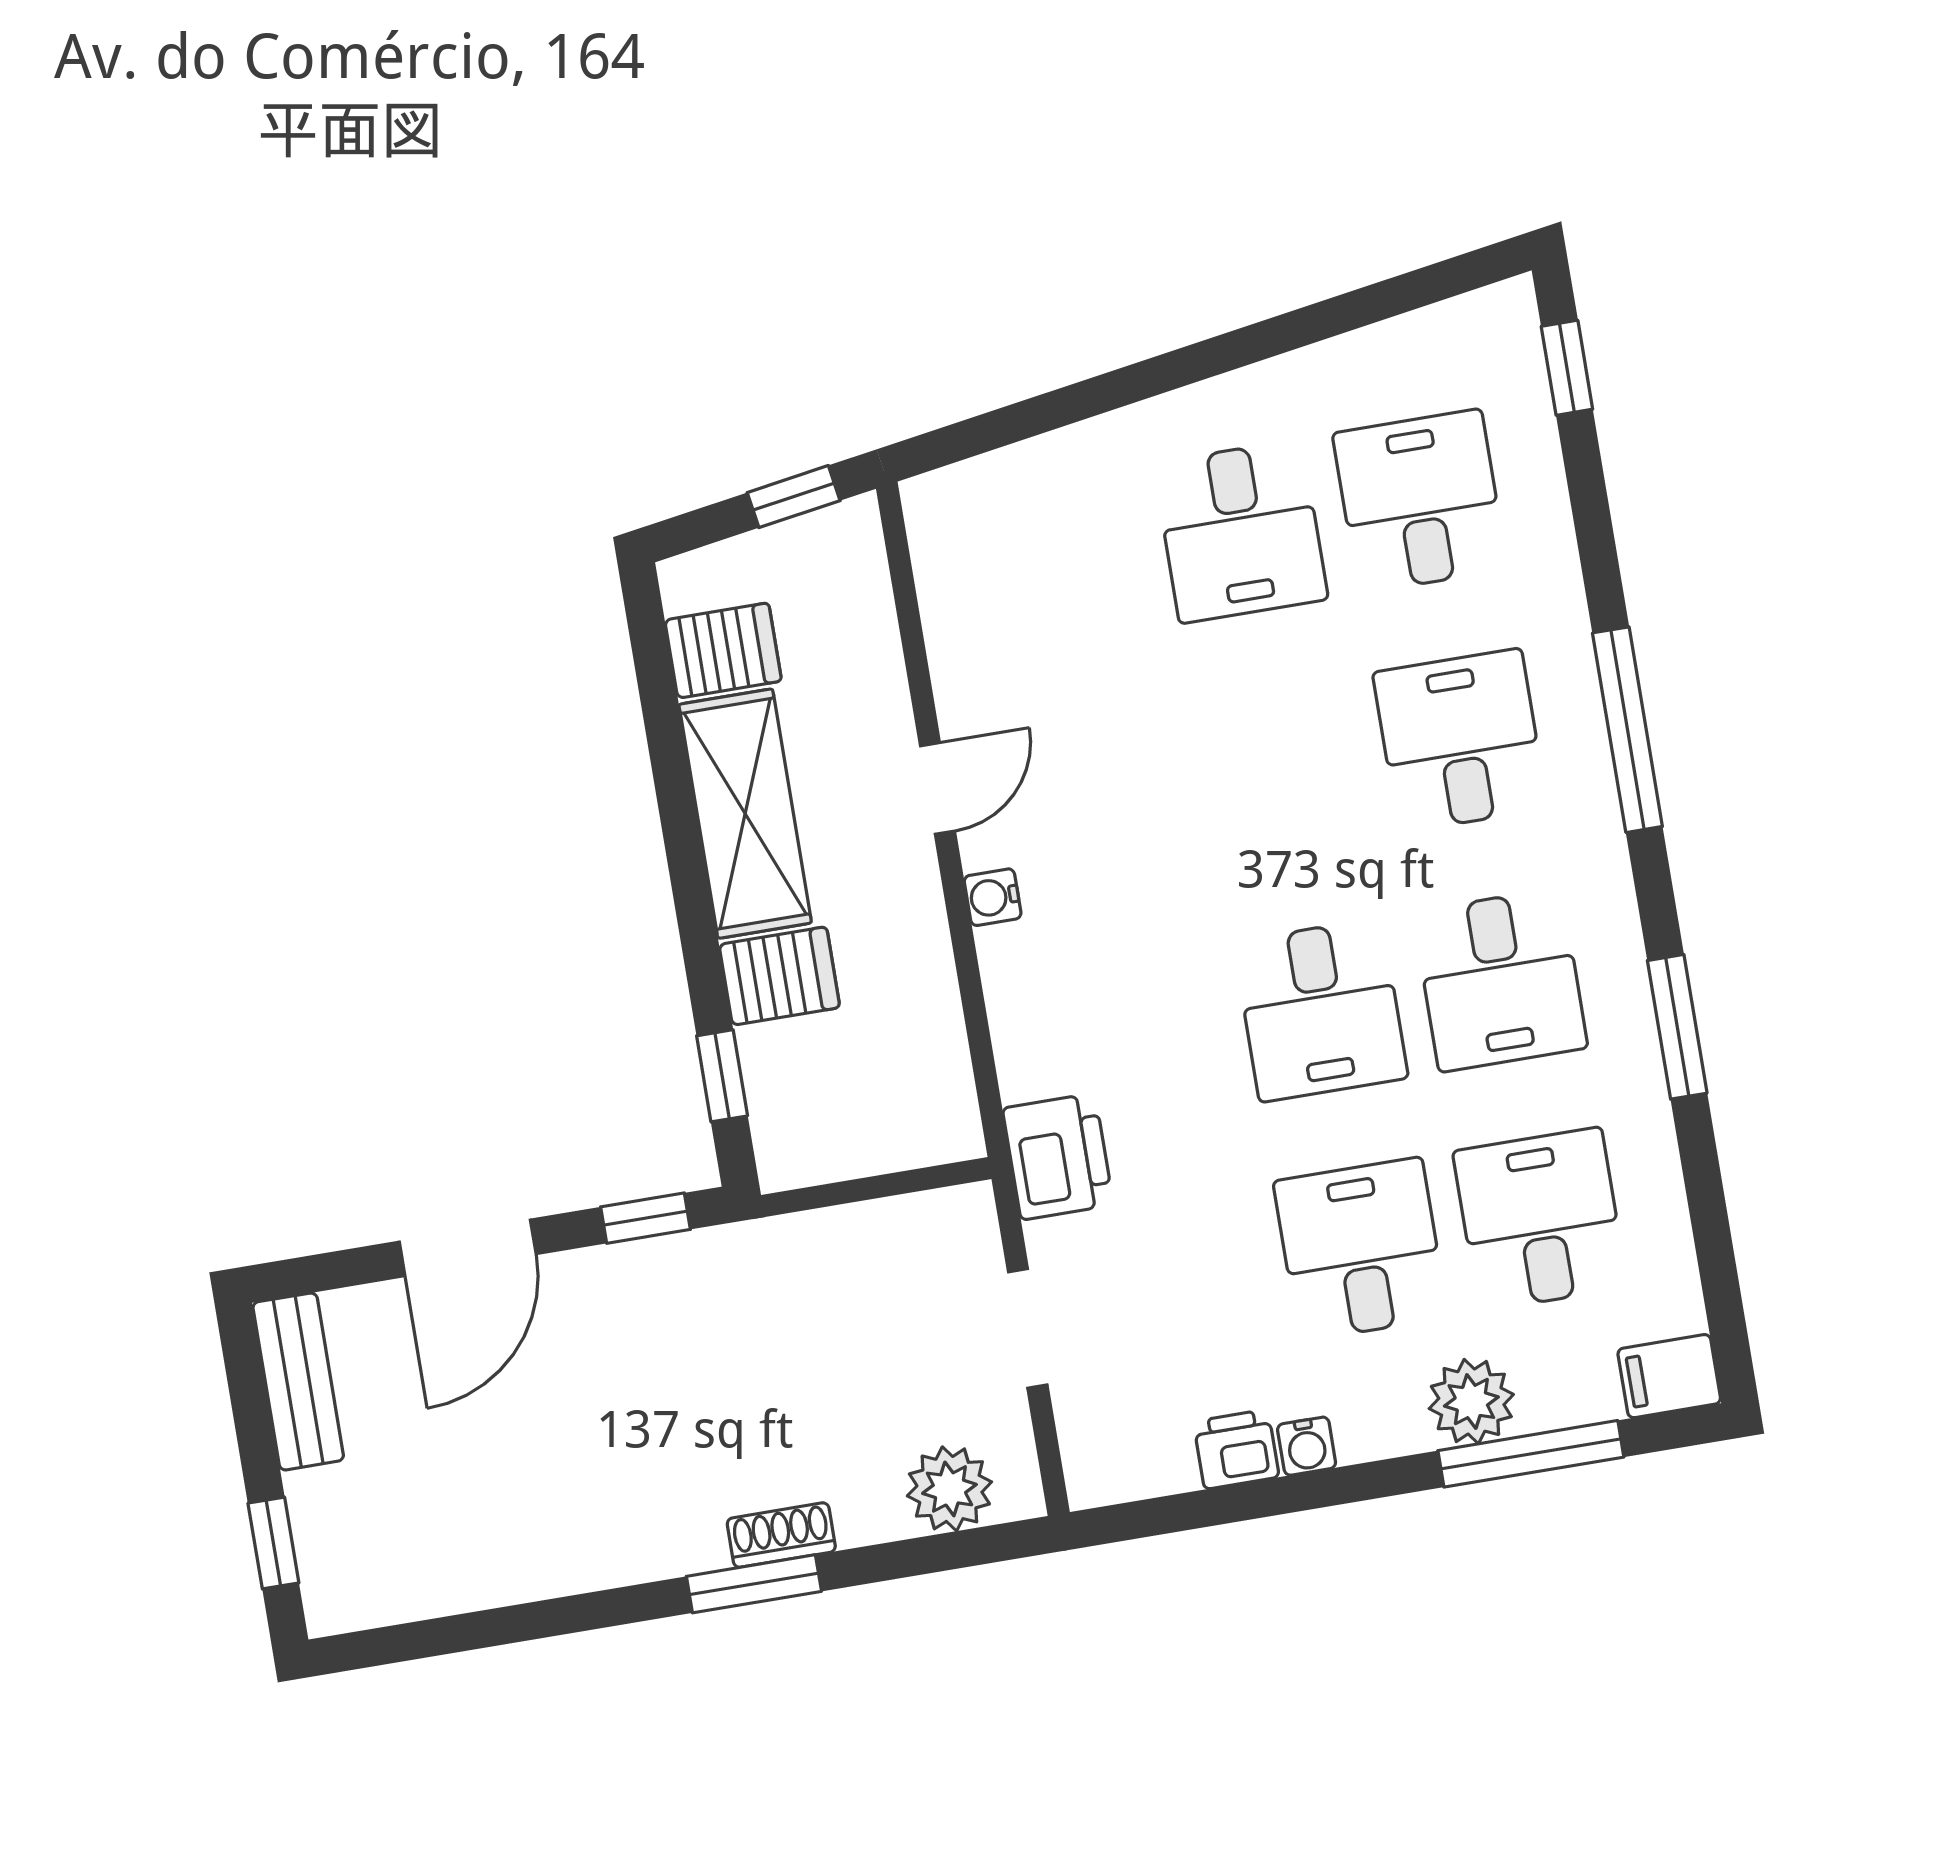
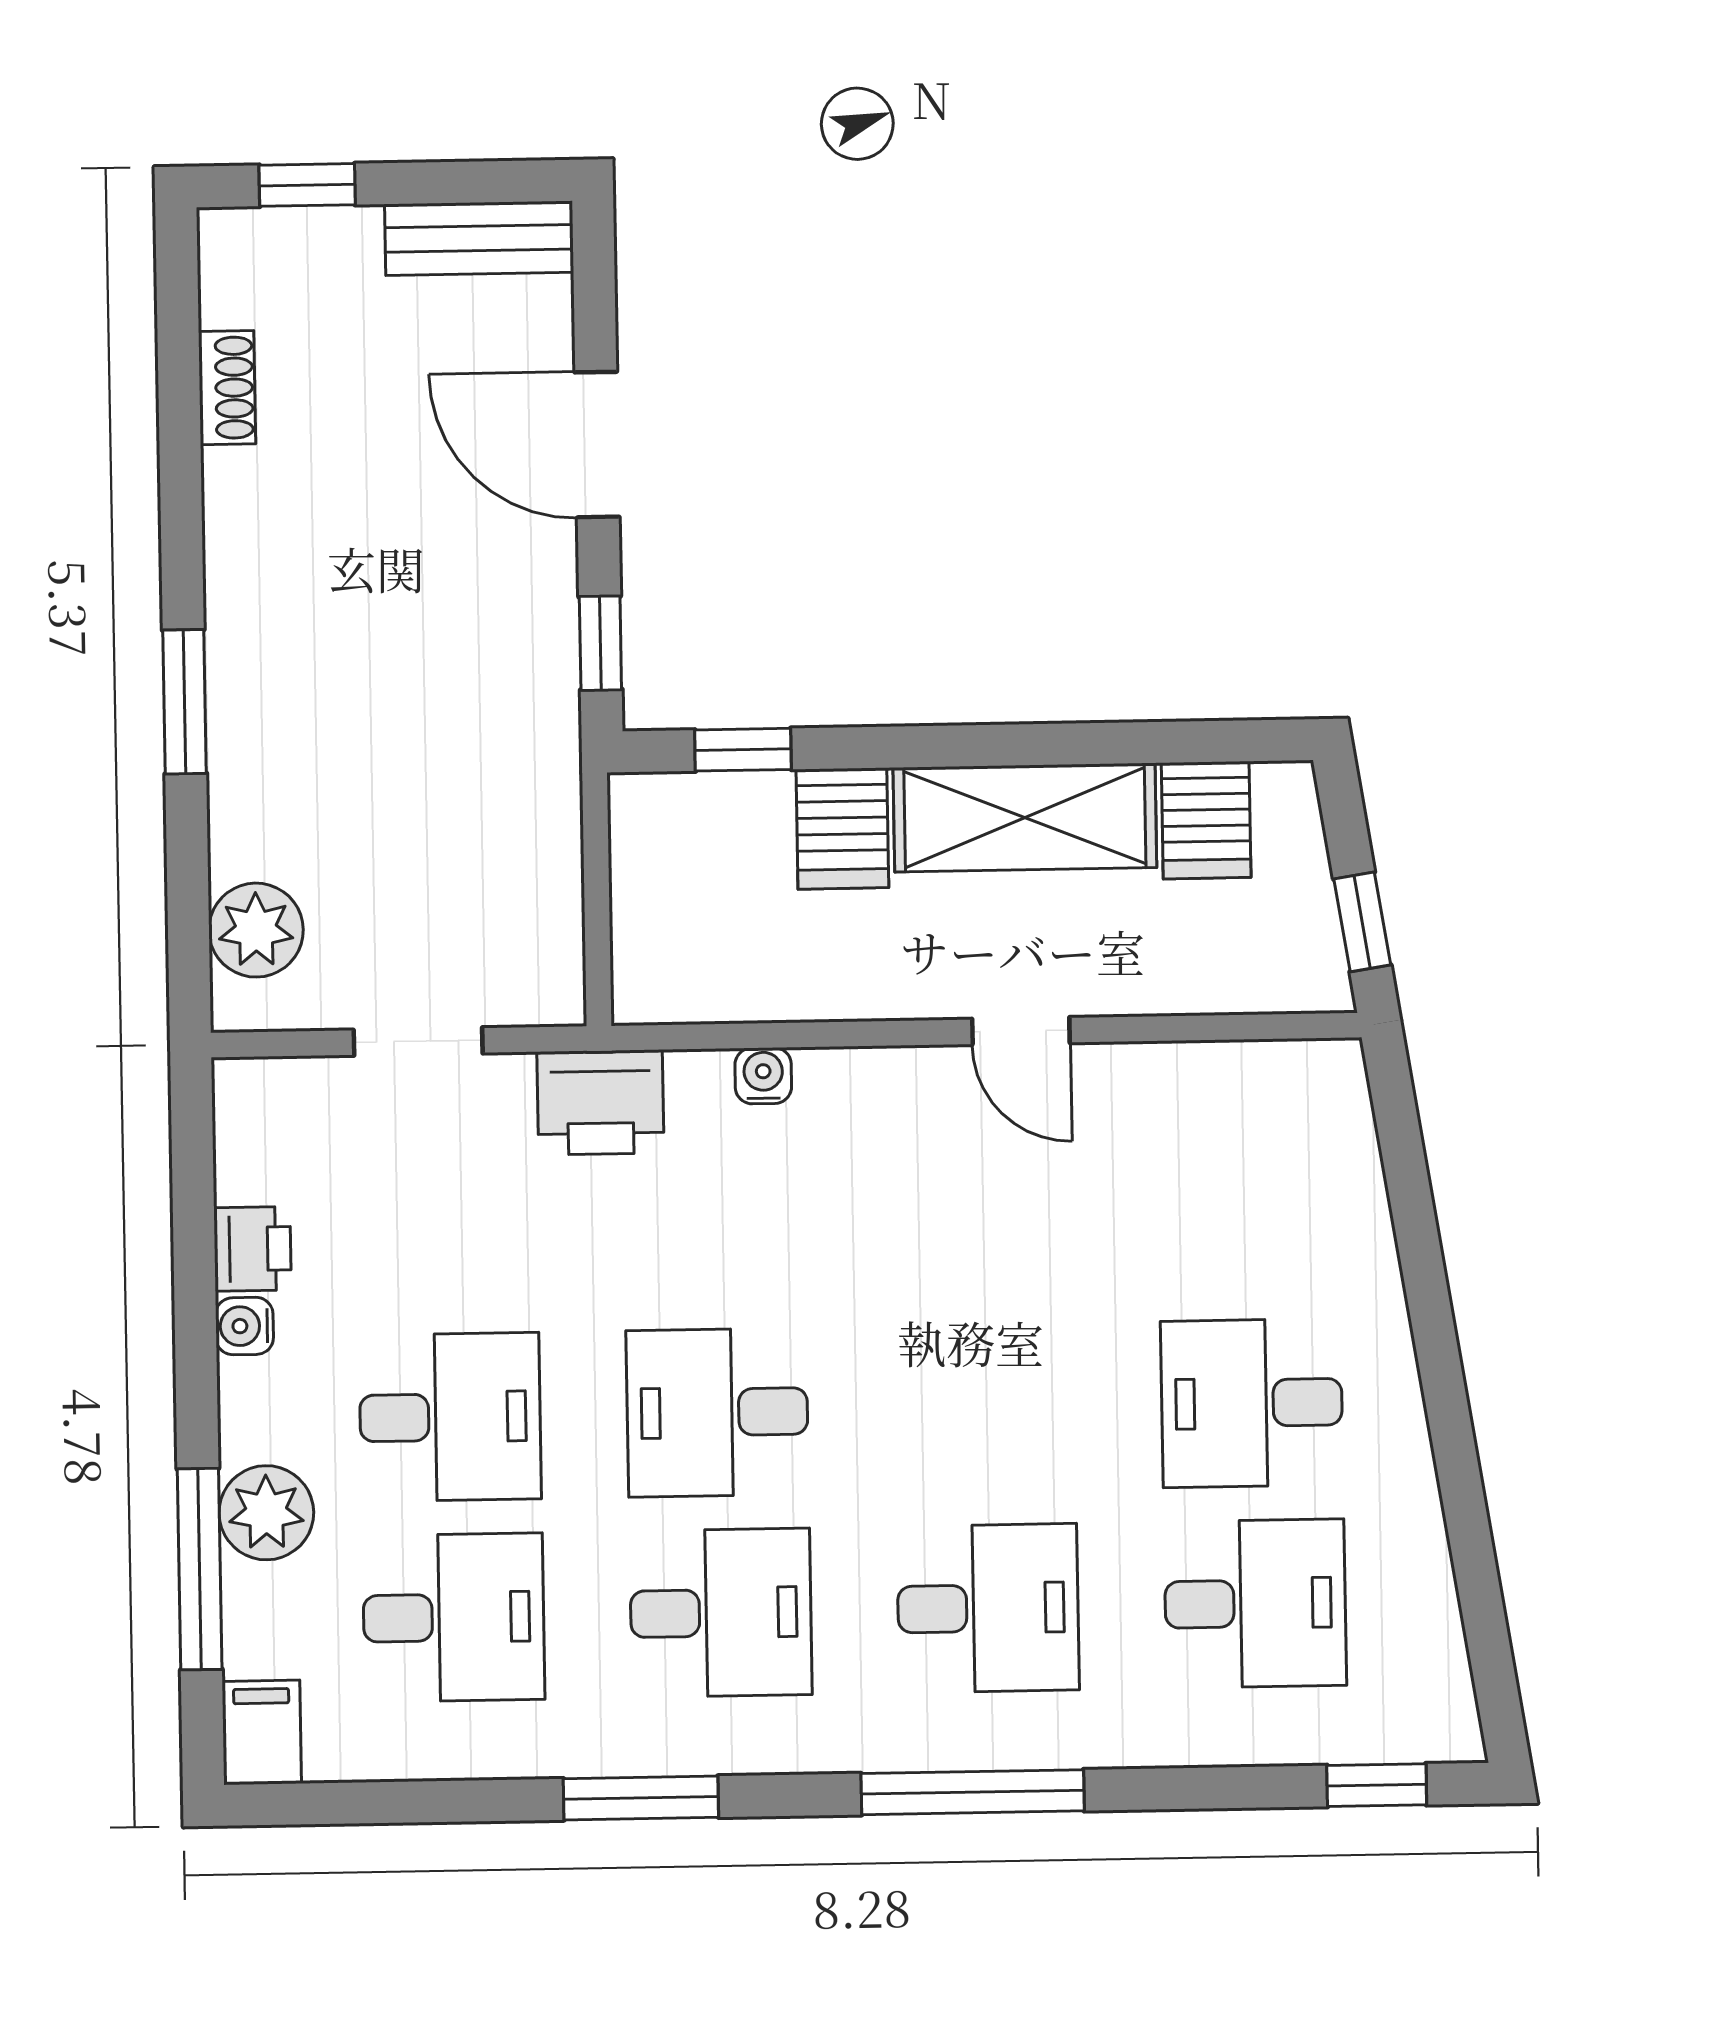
water cooler: (993, 897) -> (763, 1076), moved
desk: (1500, 980) -> (721, 1613), turned 180
shoe rack: (781, 1535) -> (227, 388), moved

